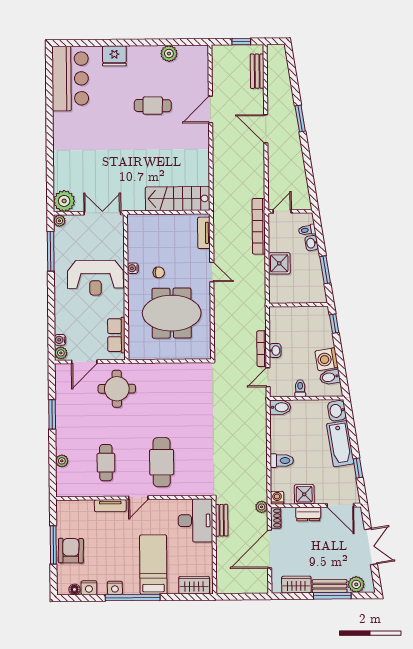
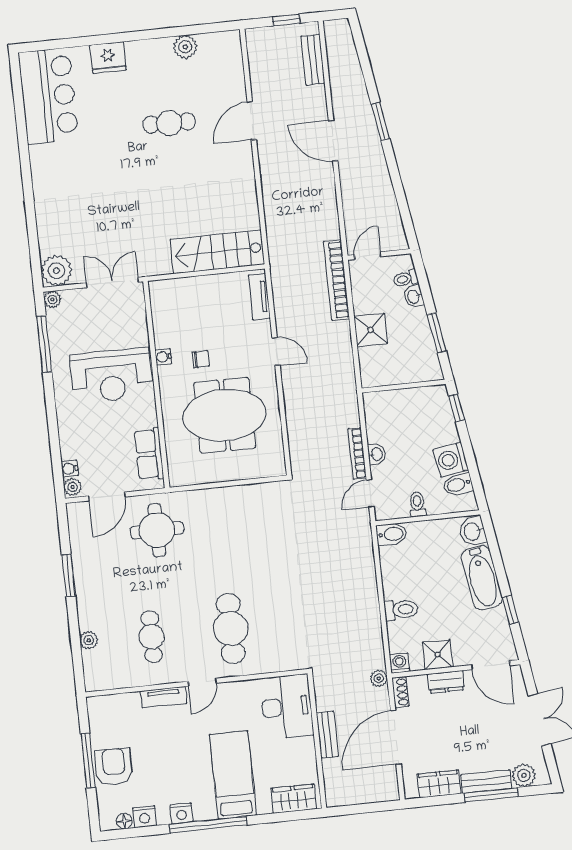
bench: (222, 520) -> (327, 735), moved

